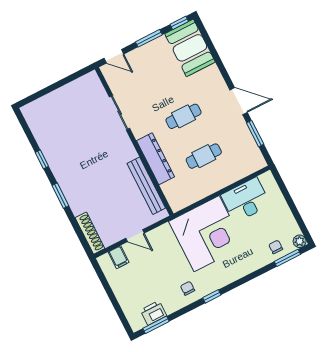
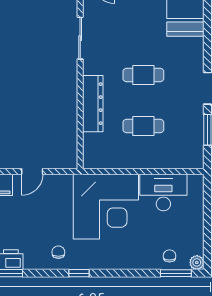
bench: (146, 186) -> (69, 126), removed
door: (135, 236) -> (32, 171), hinge flipped

